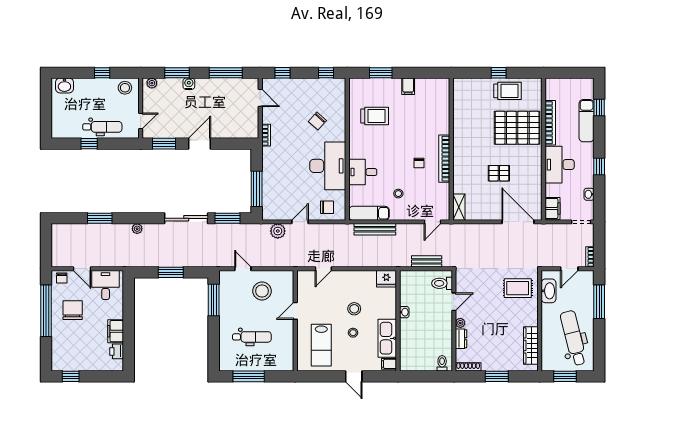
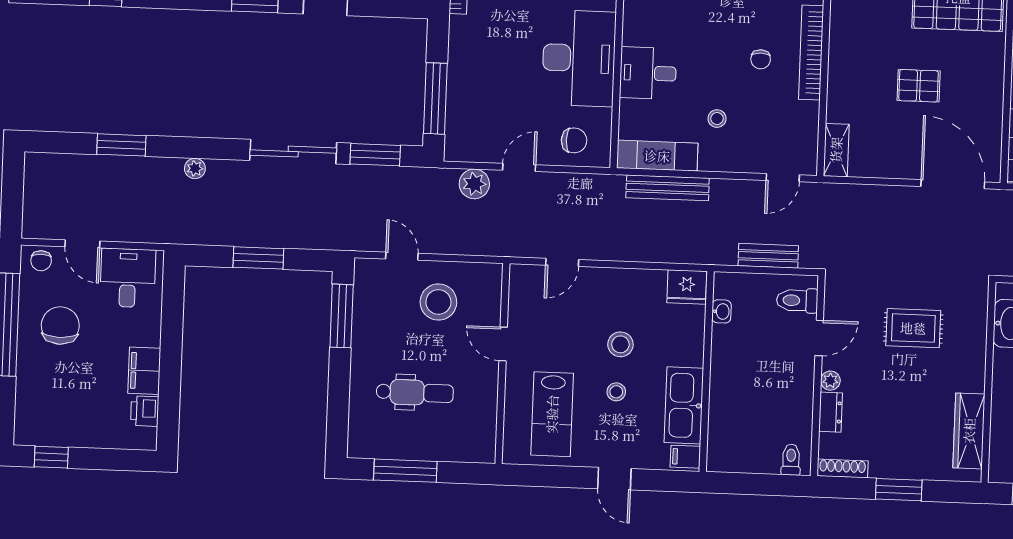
rug: (518, 288) -> (913, 328), moved
door: (295, 311) -> (503, 344), hinge flipped
washbasin: (404, 312) -> (721, 311), moved

